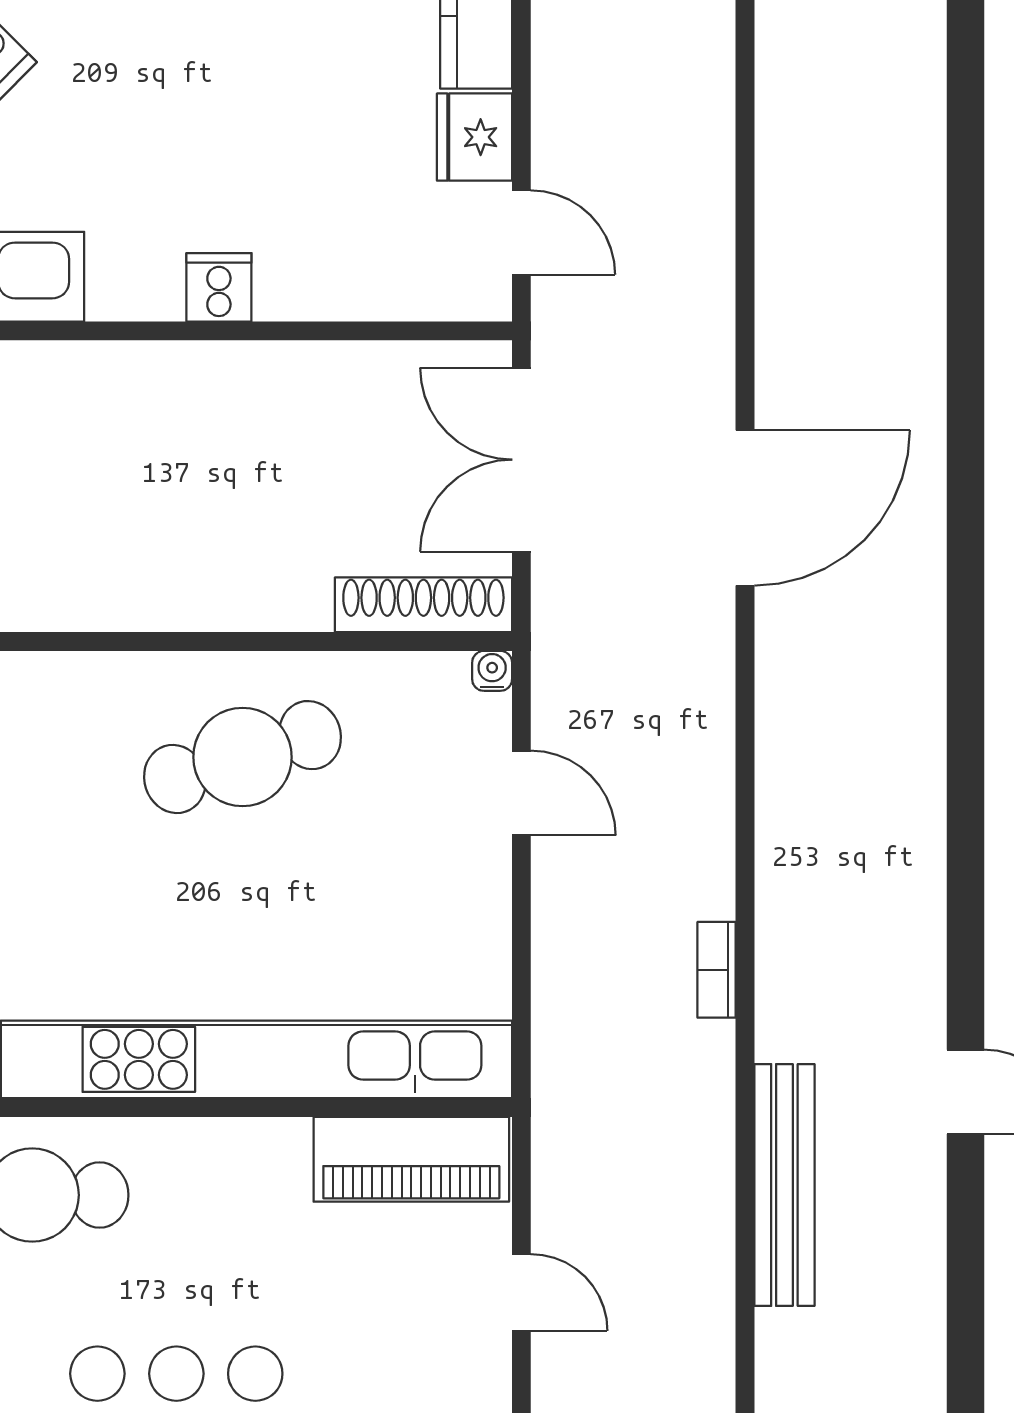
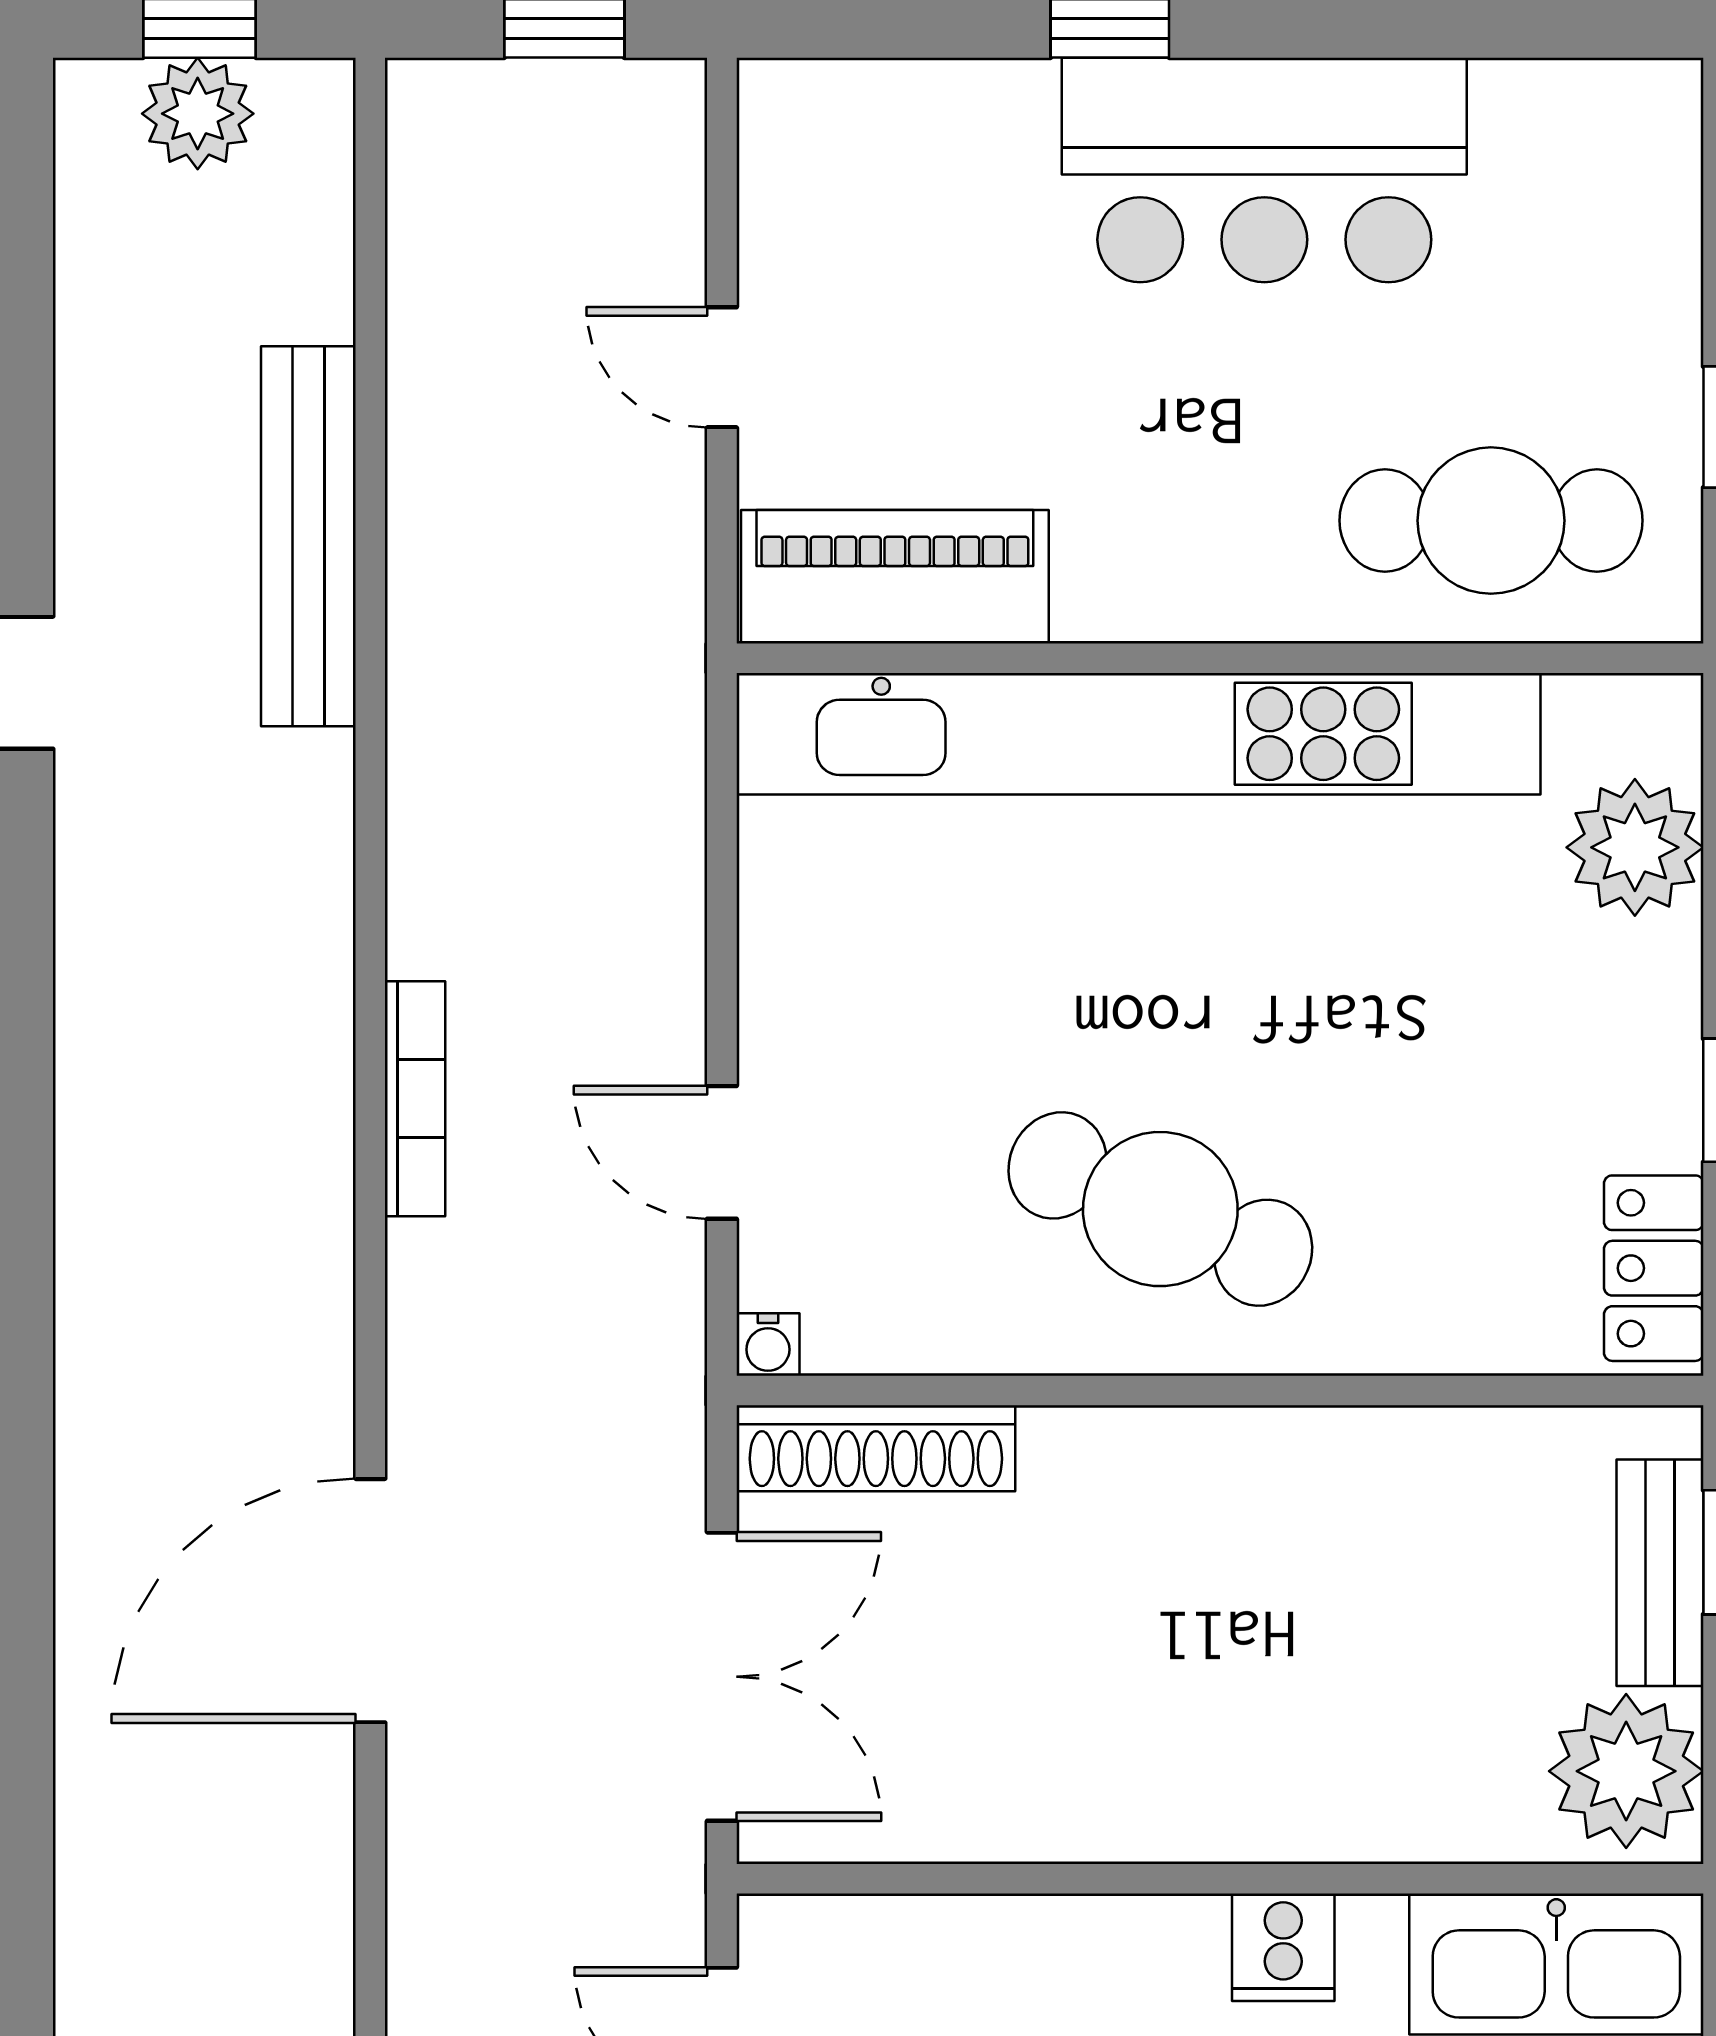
cooker: (219, 287) -> (1283, 1947), moved
cafe table: (243, 757) -> (1160, 1209), turned 41
bookcase: (717, 970) -> (415, 1099), moved, width x1.56

